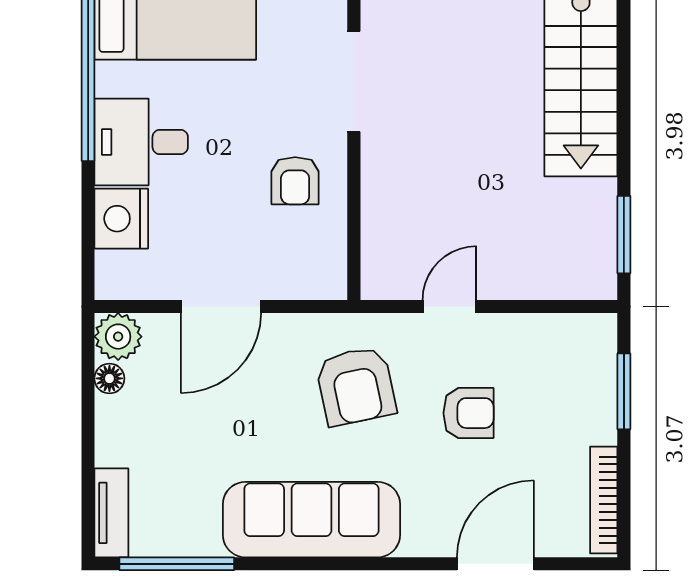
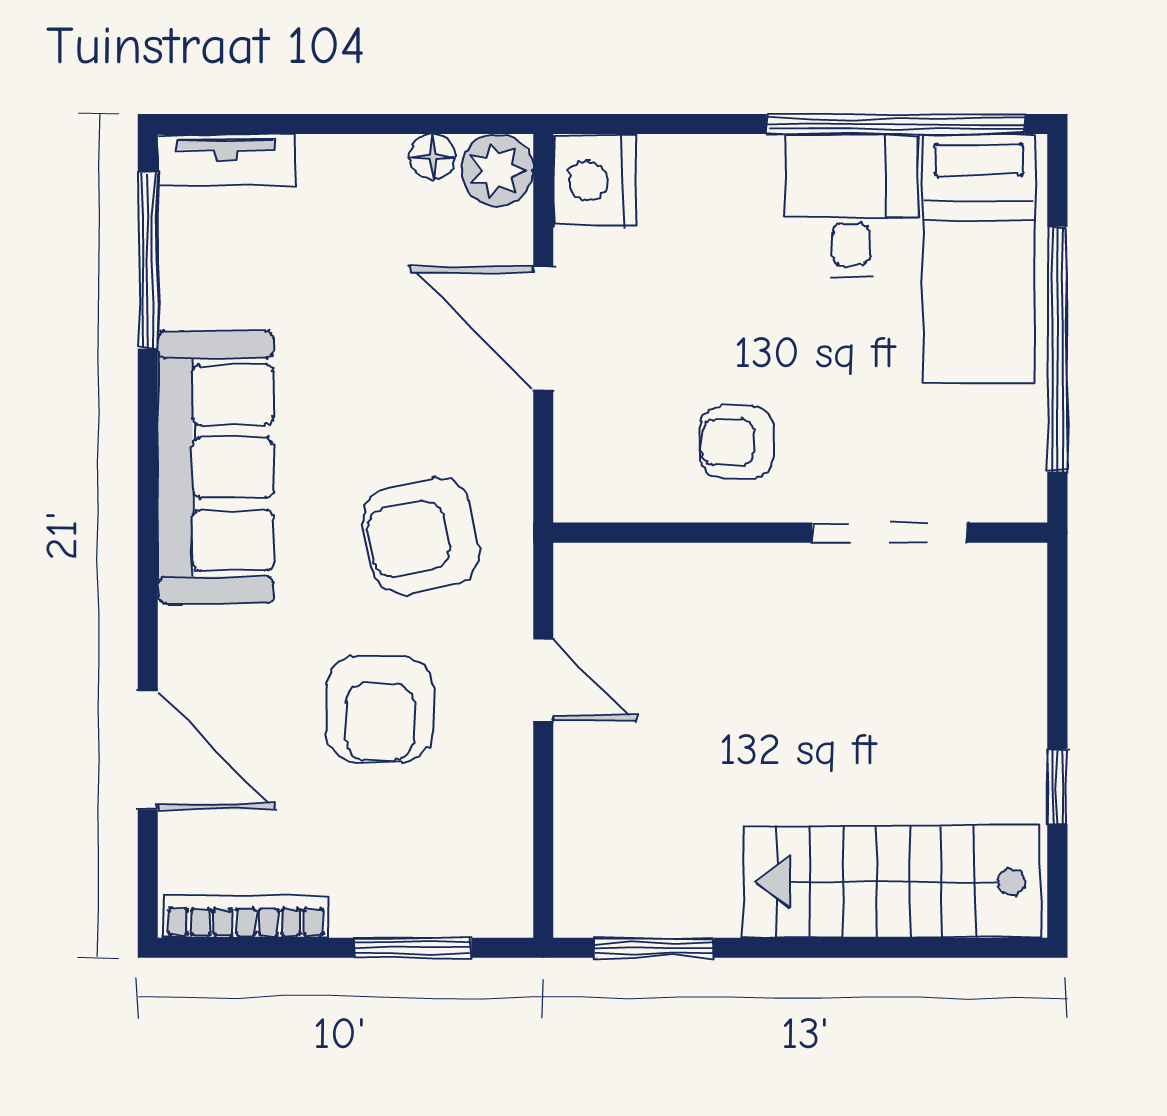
desk: (141, 142) -> (851, 206), moved
nightstand: (121, 219) -> (594, 181), moved, turned -90
armchair: (469, 413) -> (380, 709), width x1.38, depth x1.38

